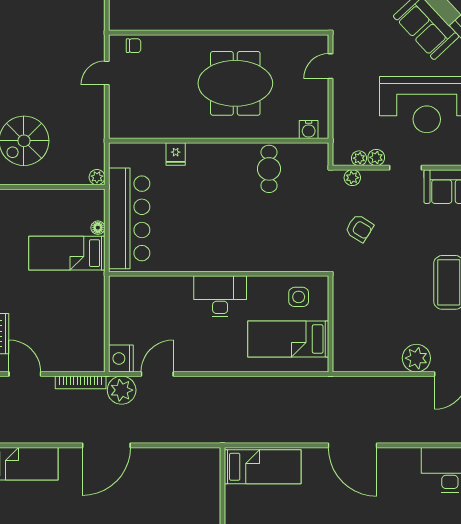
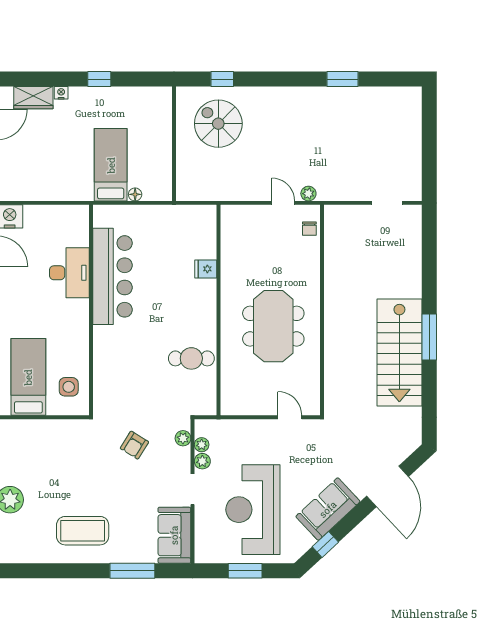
water cooler: (309, 130) -> (229, 396), removed
plant: (97, 177) -> (308, 194), moved
bar counter: (129, 218) -> (112, 276), moved, turned -90
desk: (220, 296) -> (69, 273), moved

